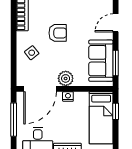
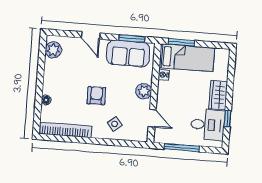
door: (40, 89) -> (152, 118), width x0.53
nightstand: (68, 97) -> (164, 75), moved
window: (116, 111) -> (181, 42), width x1.50

